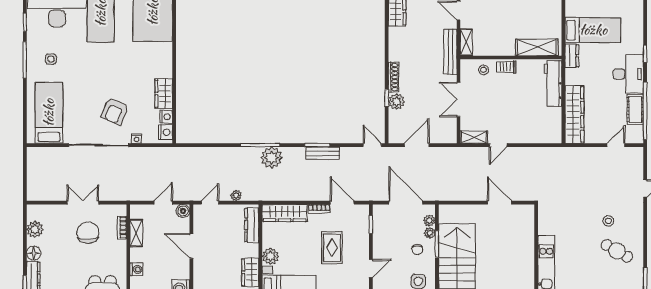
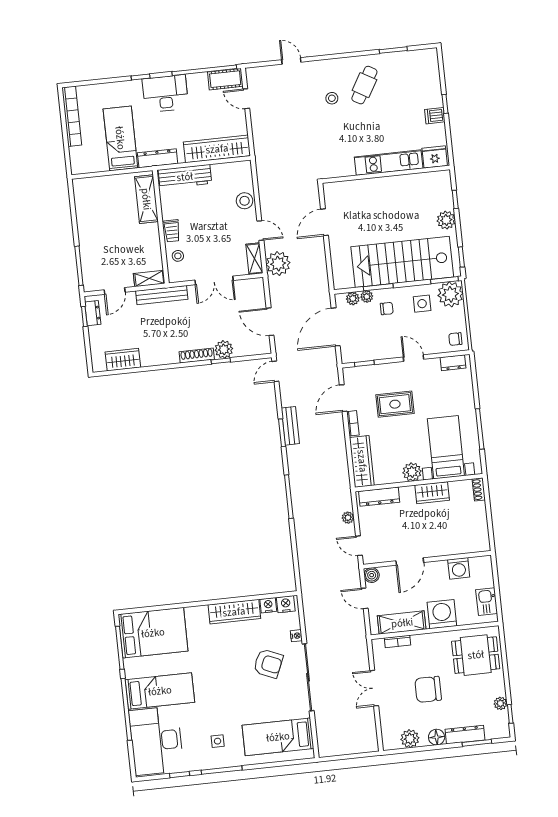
dresser: (572, 56) -> (158, 158), width x1.44
wardrobe: (164, 94) -> (234, 612), width x1.50
cot: (635, 110) -> (225, 79), moved
stool: (526, 134) -> (245, 201), added
plant: (272, 158) -> (278, 264), moved
chair: (88, 233) -> (428, 689), moved
shelving: (136, 233) -> (402, 623), width x1.50, depth x1.33
washing machine: (136, 269) -> (442, 614), width x1.89, depth x1.89

